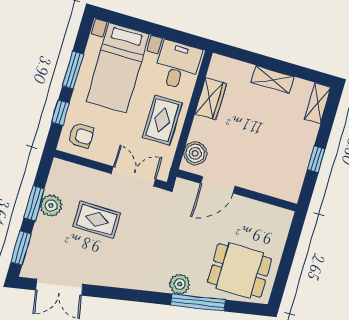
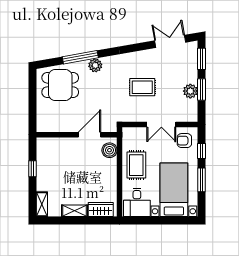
wardrobe: (211, 99) -> (101, 209), moved, turned 90
double door: (134, 176) -> (161, 124), moved
rug: (97, 220) -> (142, 87), moved

